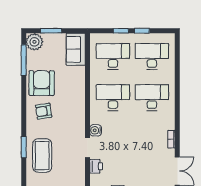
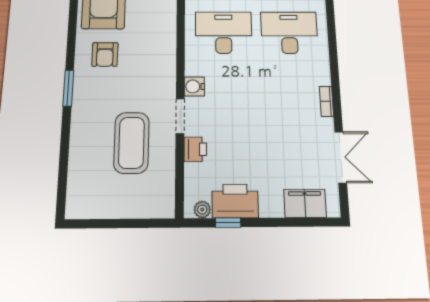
armchair: (44, 111) -> (105, 54), turned -81
window: (24, 147) -> (68, 88), moved
coffee table: (42, 156) -> (131, 143), moved

